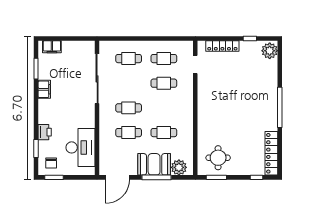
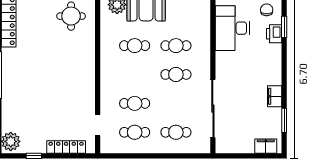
printer: (45, 132) -> (274, 34), moved

